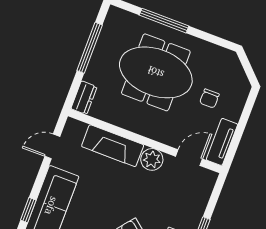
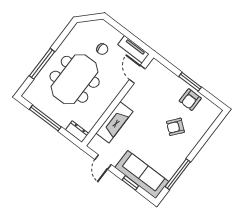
plant: (152, 159) -> (131, 99), removed
window: (28, 210) -> (130, 183), moved

